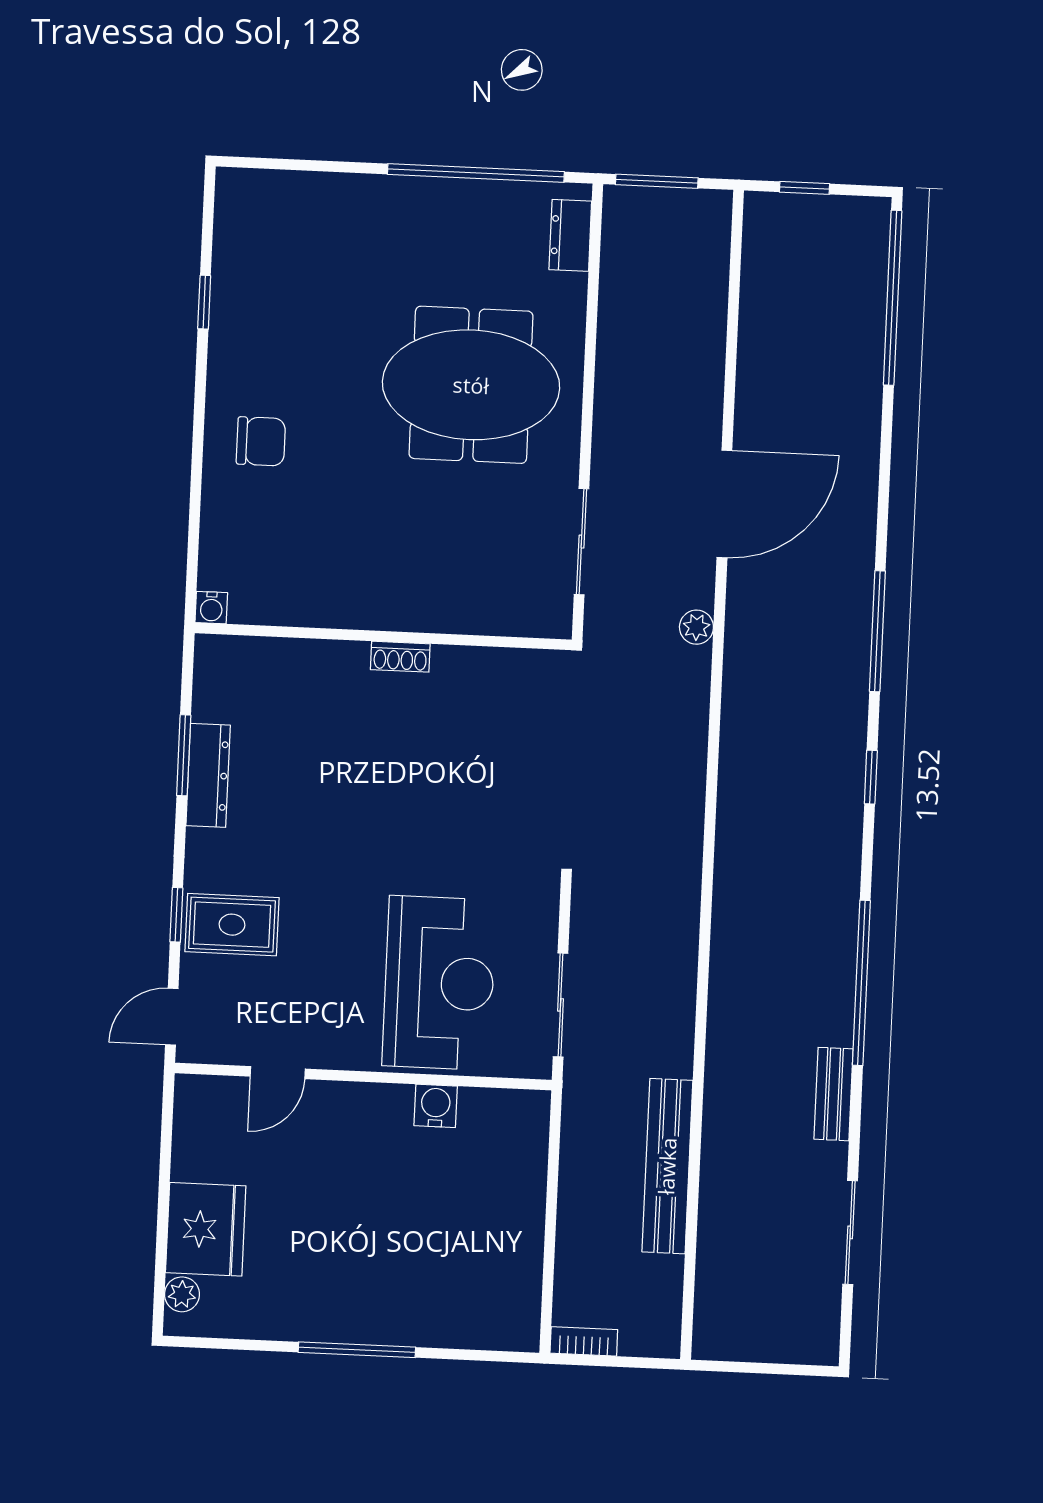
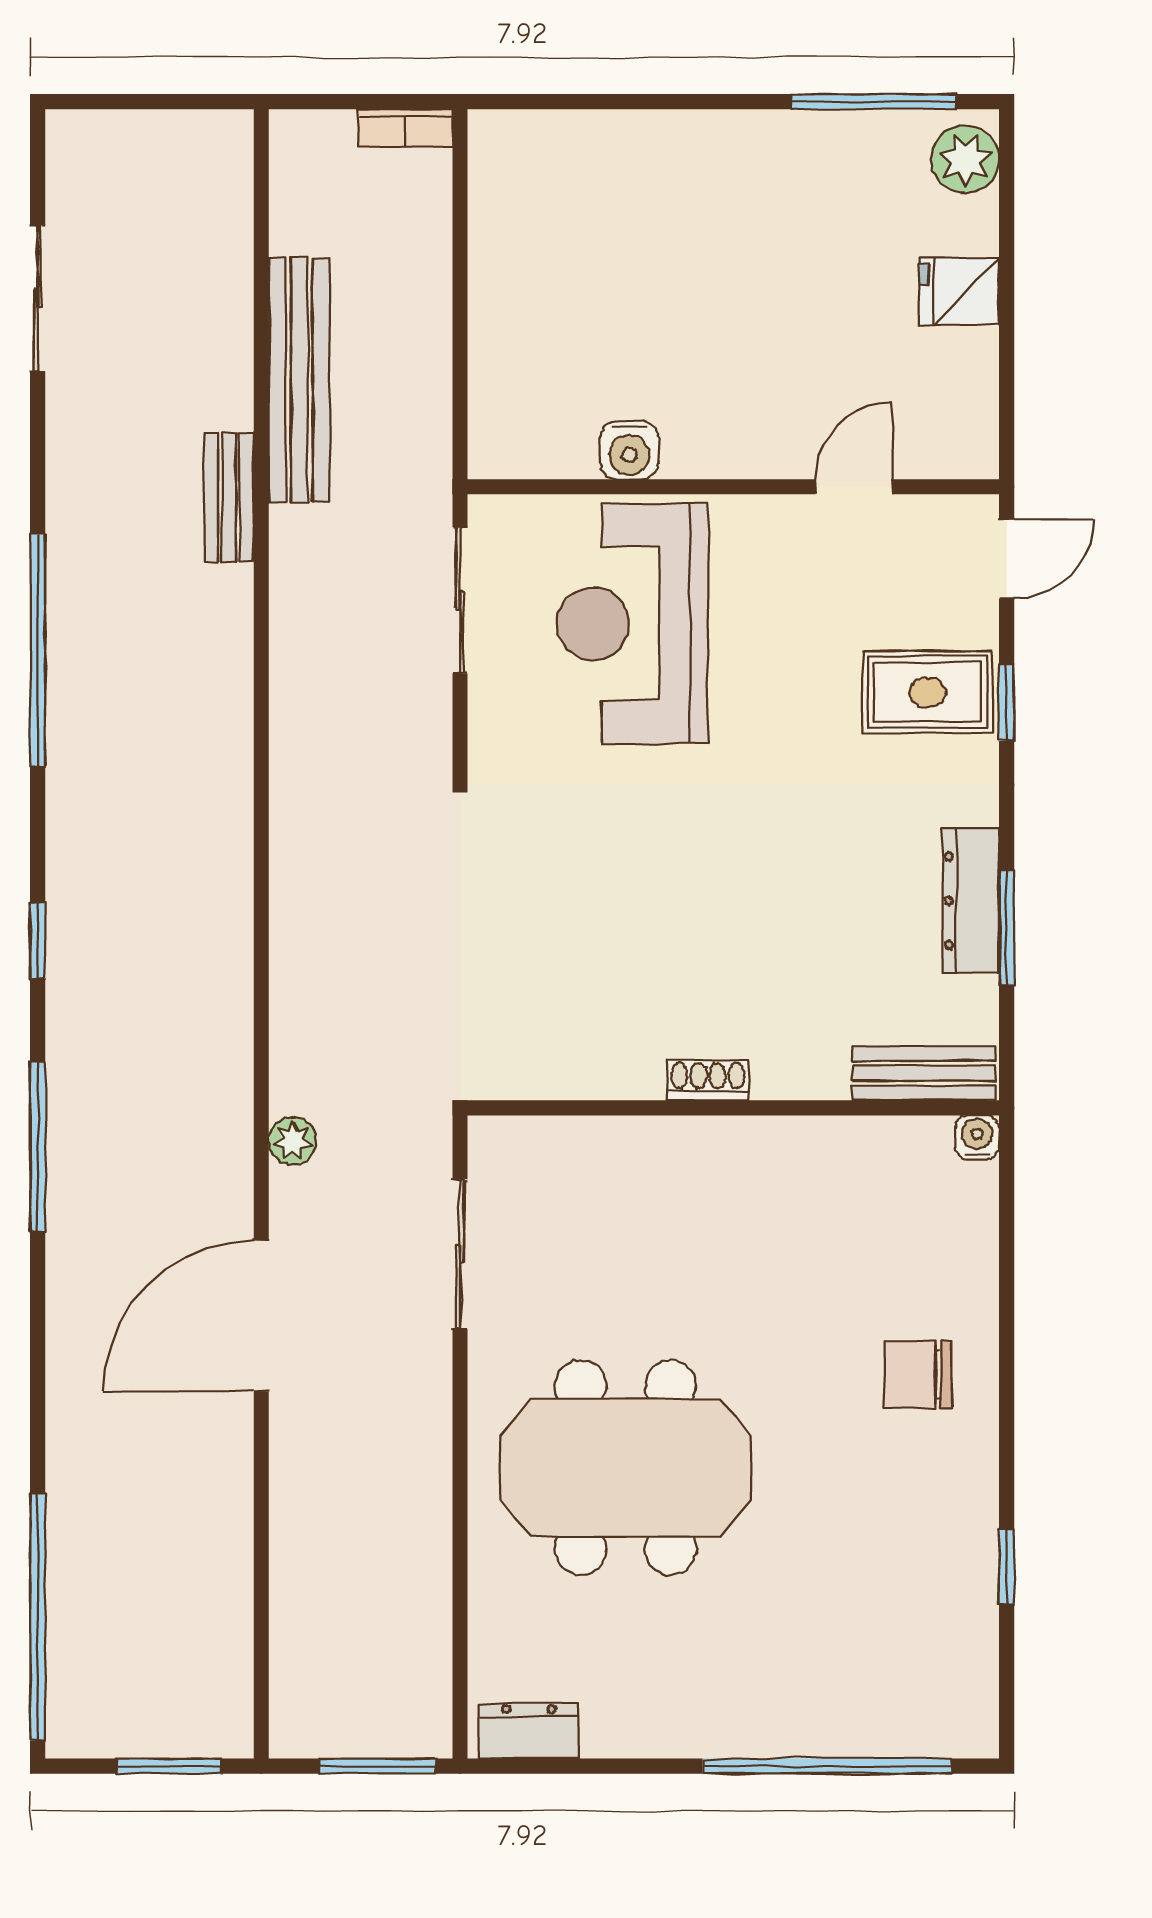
window: (476, 173) -> (827, 1766), moved
window: (805, 188) -> (169, 1766), width x1.50
dresser: (570, 235) -> (529, 1731), moved, turned -90
bench: (247, 655) -> (924, 1073), added
bench: (834, 1094) -> (229, 497), moved
fridge: (206, 1229) -> (959, 292), width x0.53, depth x0.75
plant: (182, 1294) -> (965, 159), width x1.38, depth x1.38
window: (357, 1350) -> (874, 102), moved

